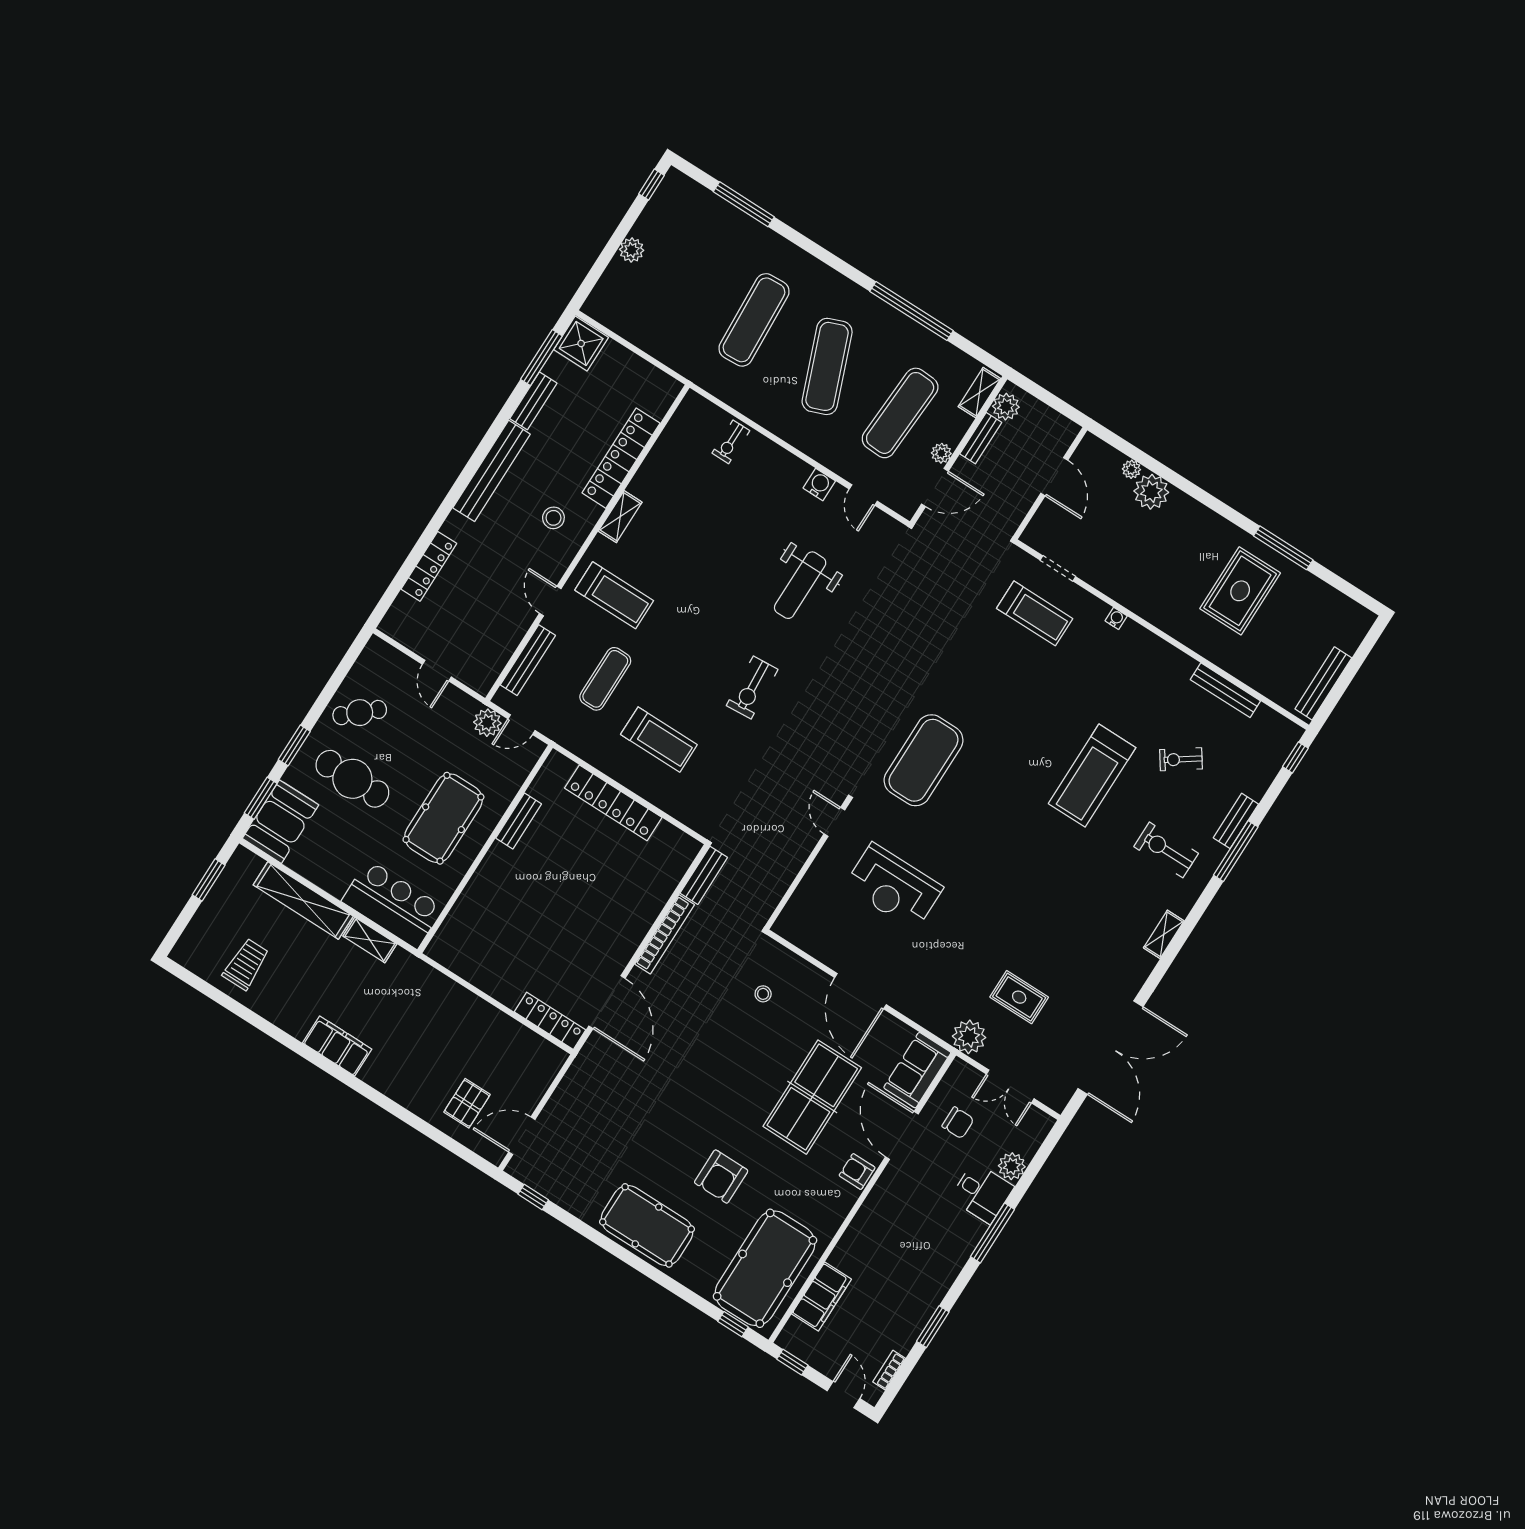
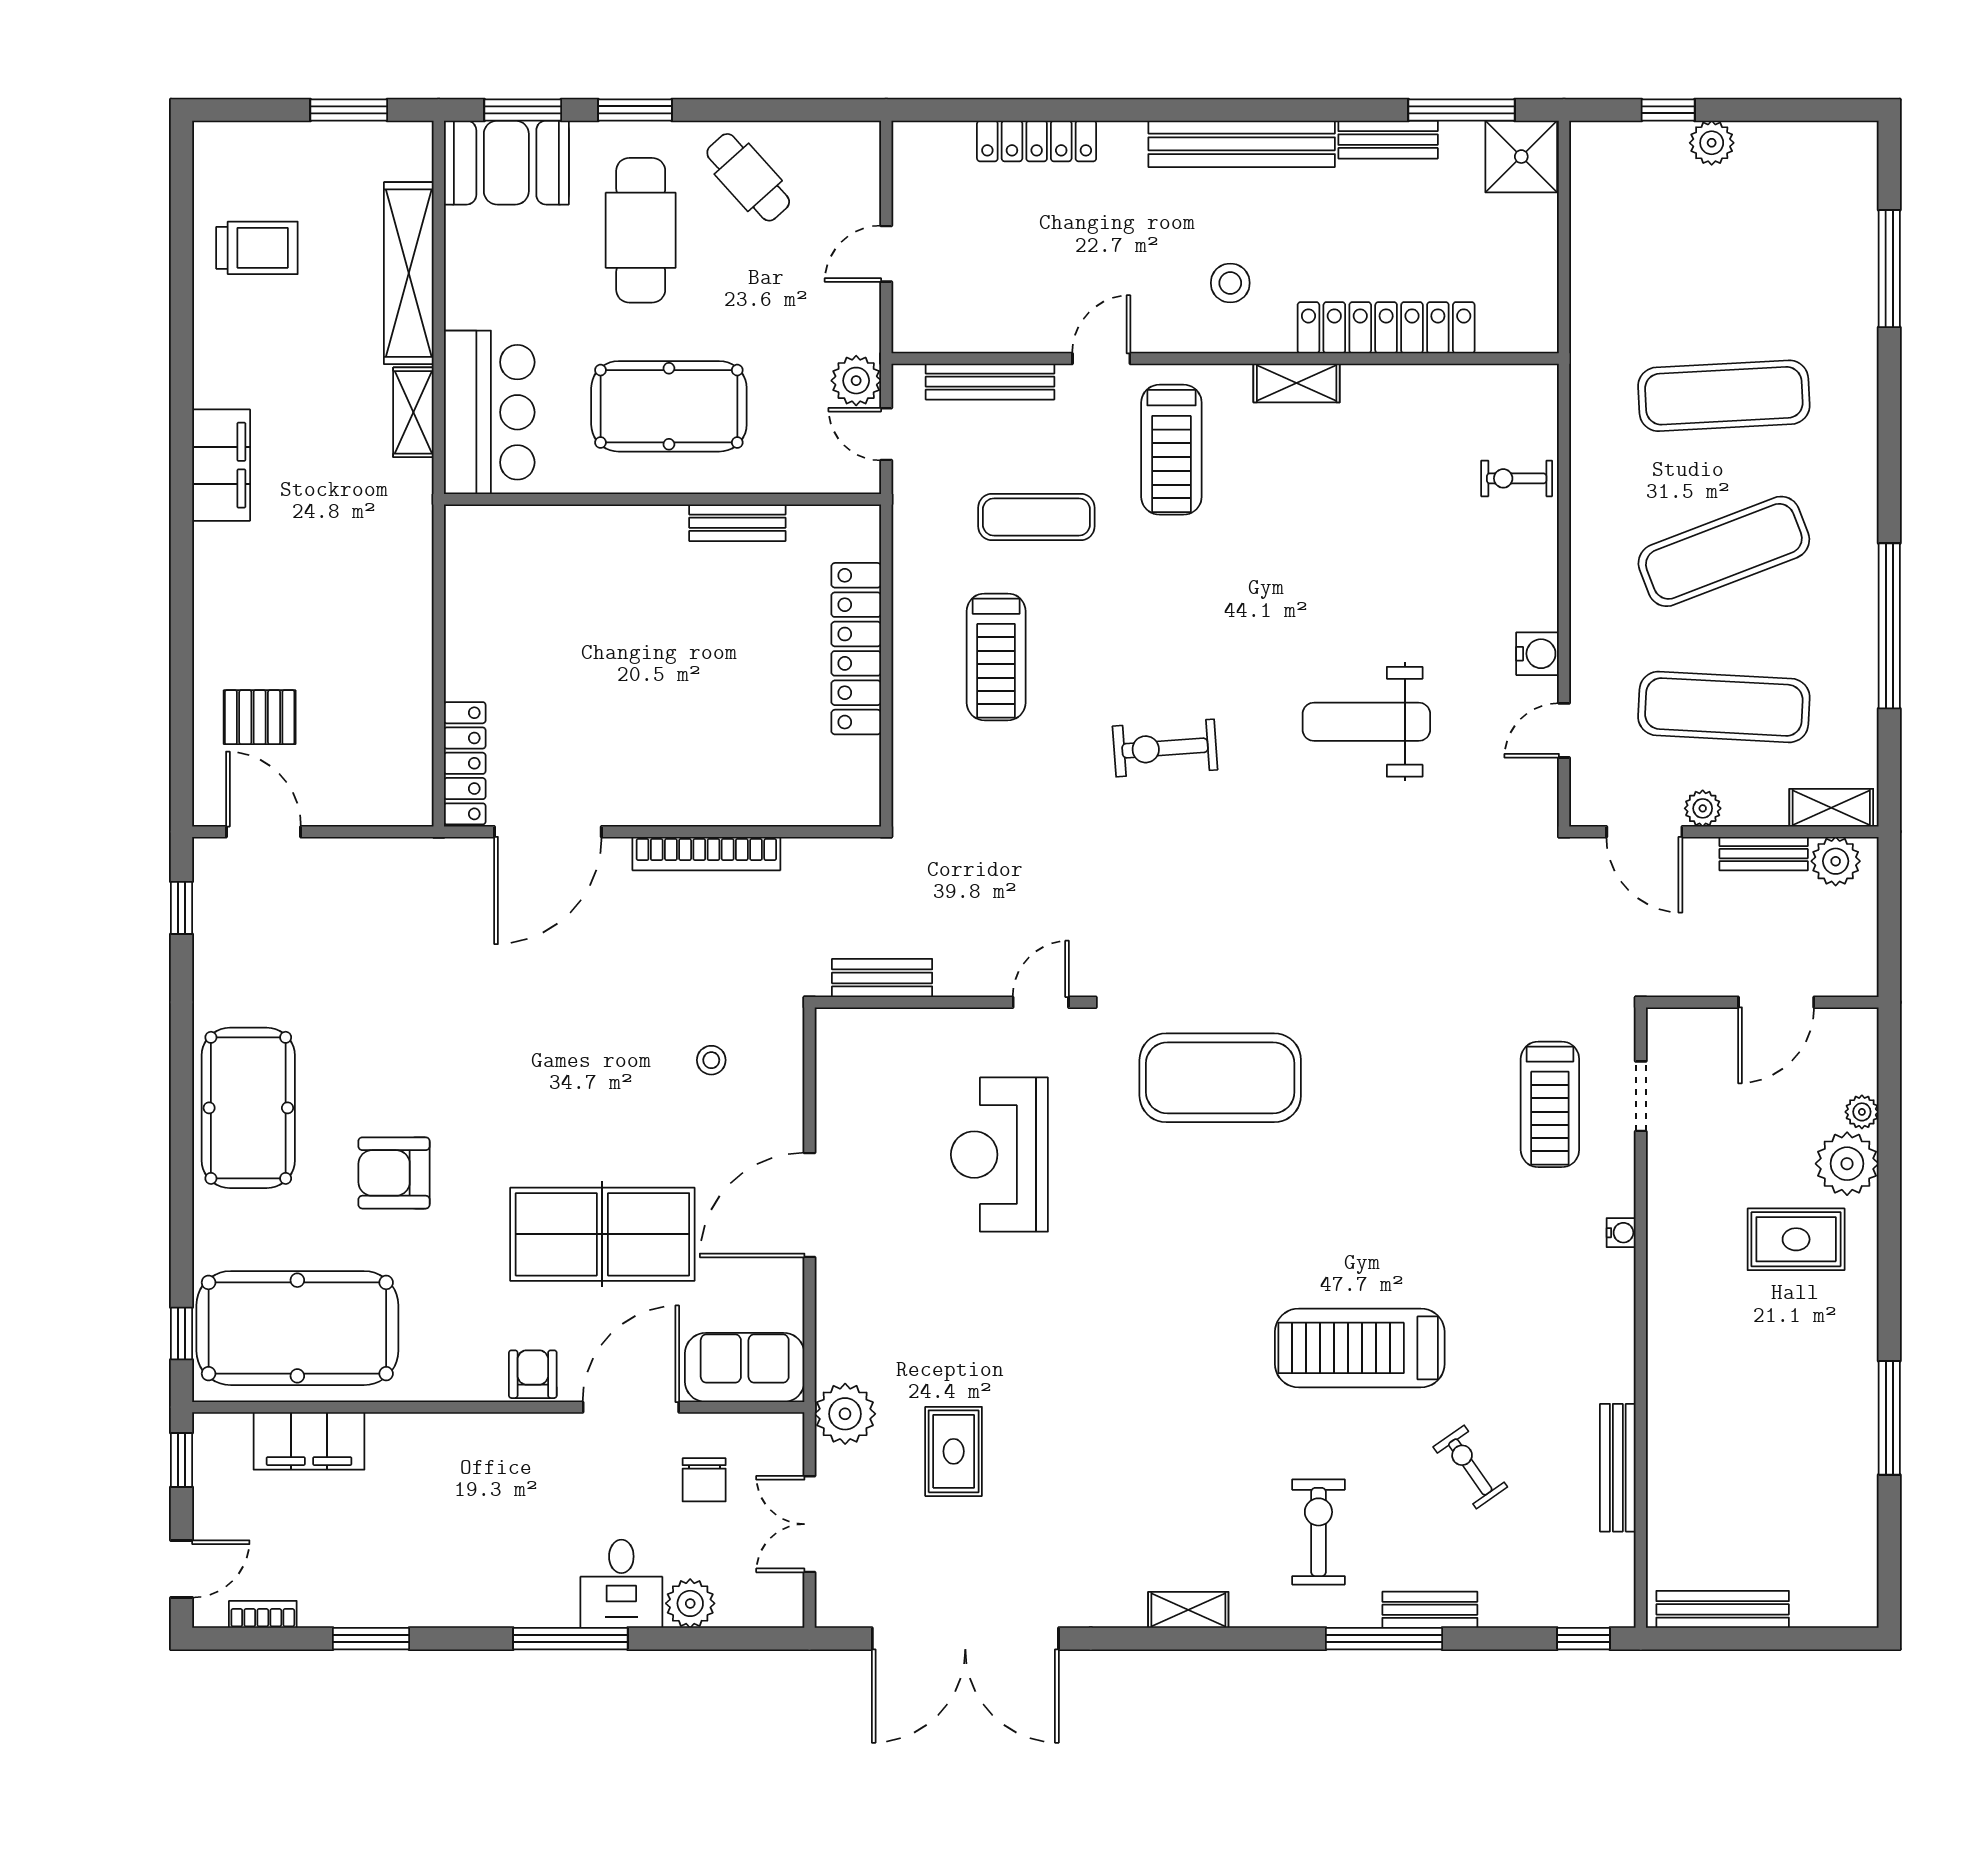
window: (652, 185) -> (1668, 110), moved
rug: (1240, 591) -> (1796, 1239), moved, width x0.73, depth x0.70
bench: (704, 875) -> (882, 978), moved

